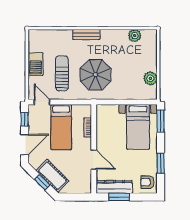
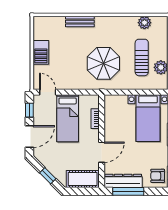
bench: (86, 35) -> (80, 22), moved
sun lounger: (62, 73) -> (142, 57), moved
door: (94, 160) -> (102, 152), hinge flipped
cot: (52, 176) -> (83, 179), moved, turned -45
window: (119, 197) -> (128, 191), width x1.44

